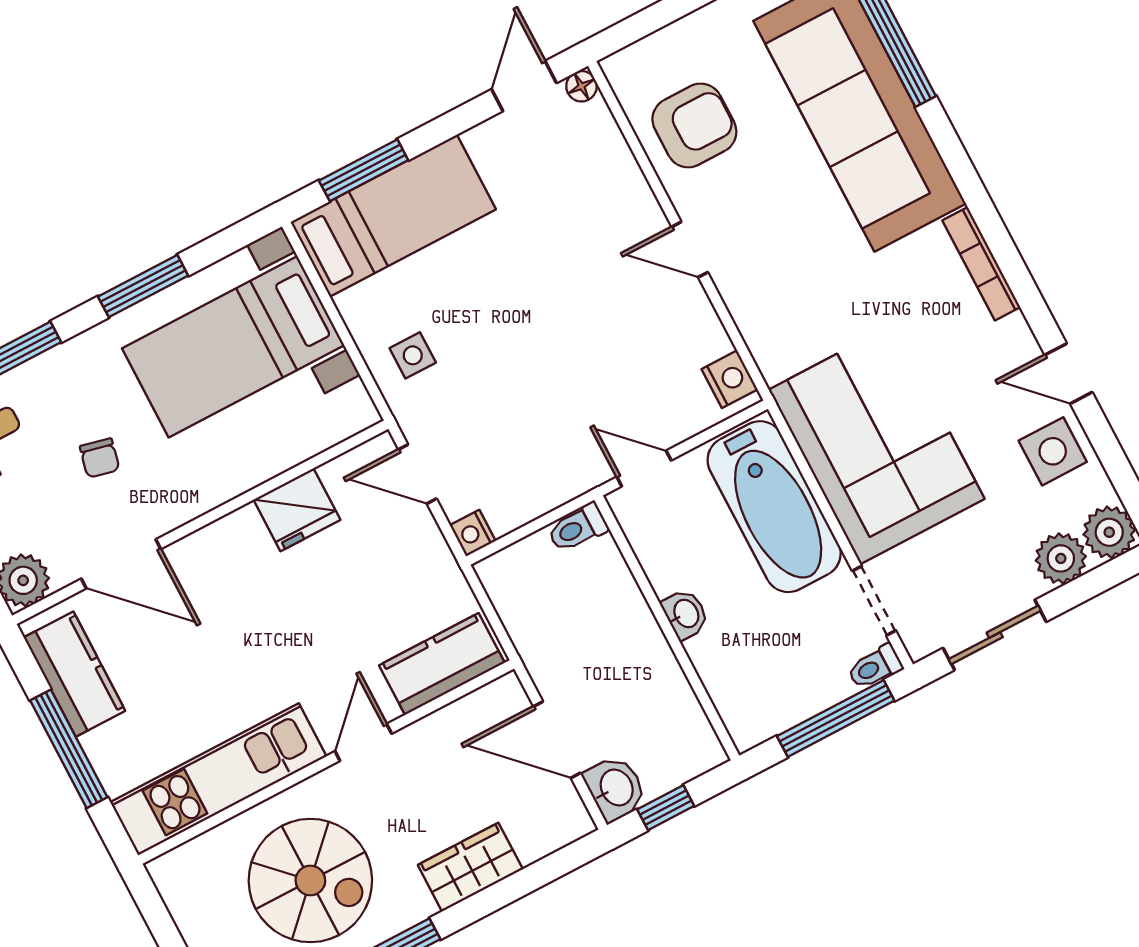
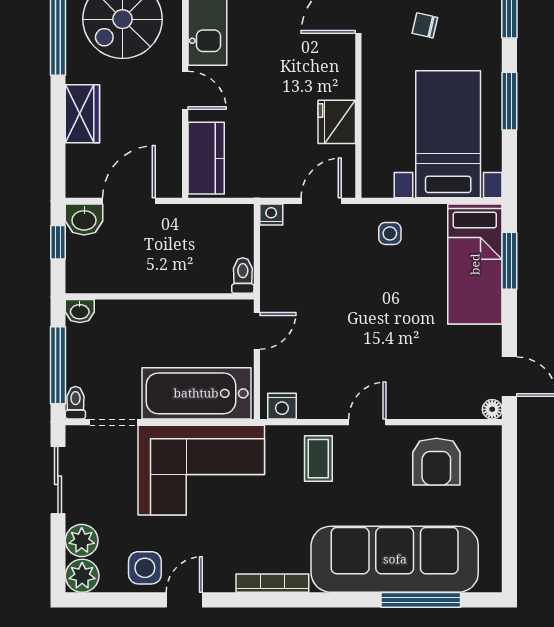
coffee table: (776, 291) -> (318, 459), added
washbasin: (685, 614) -> (80, 311), moved

